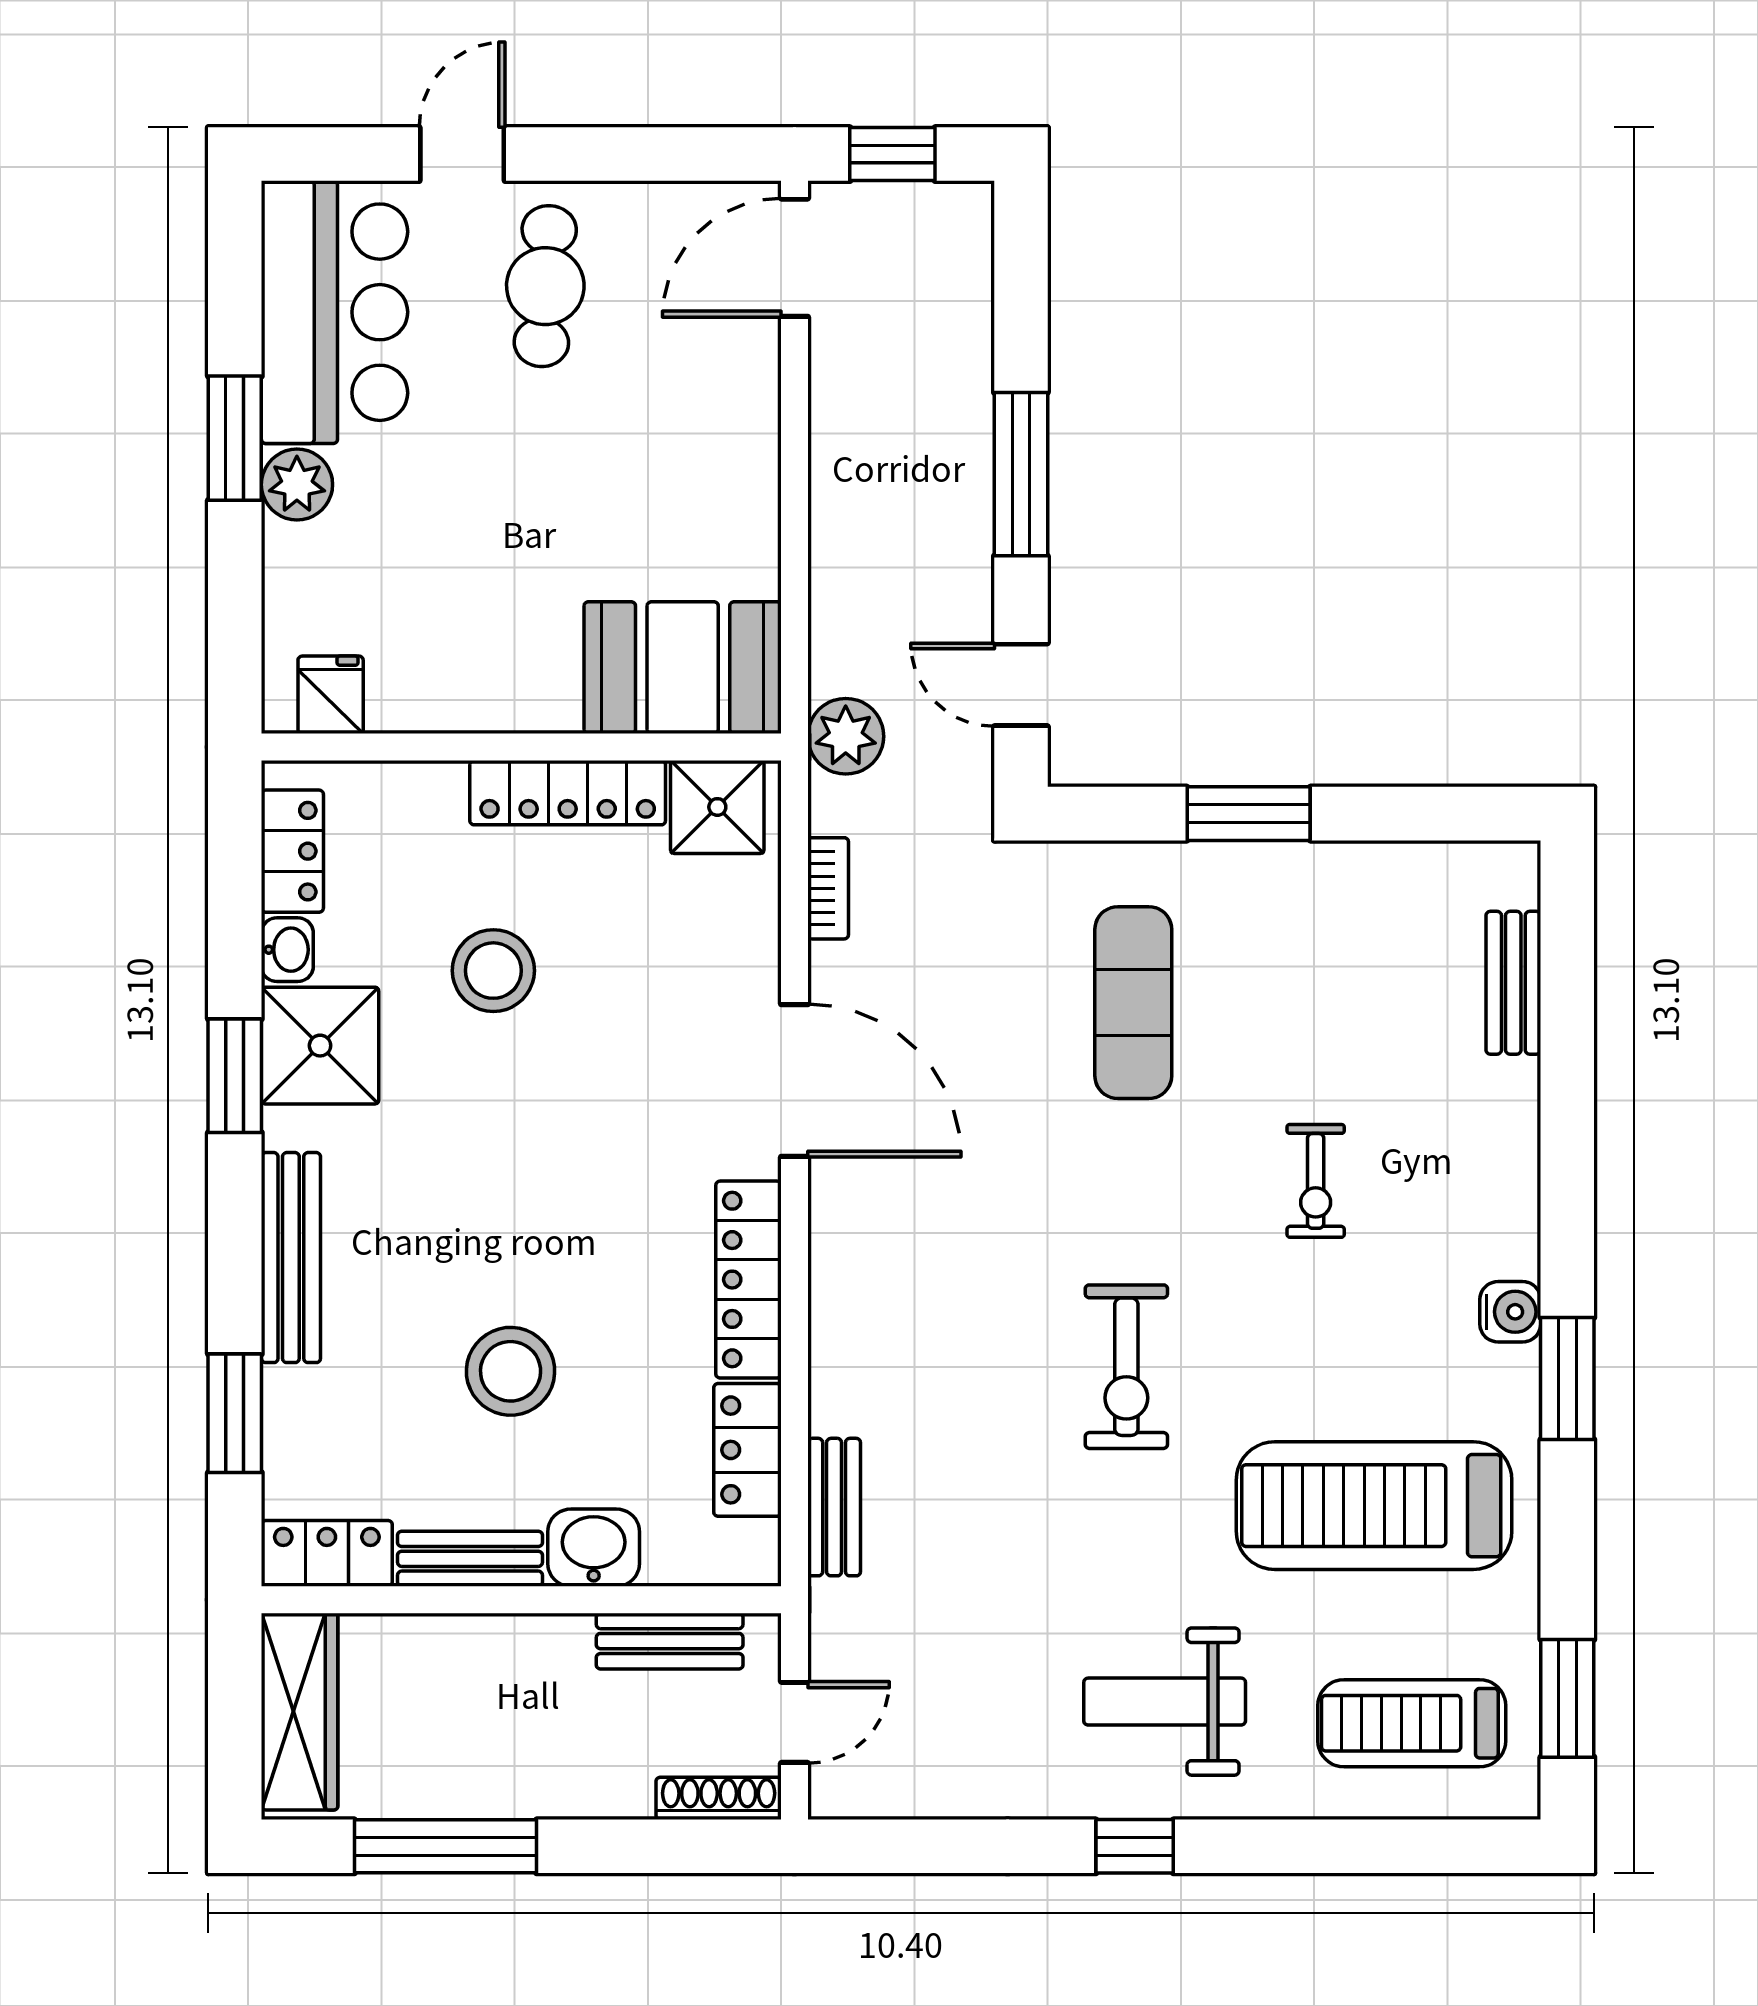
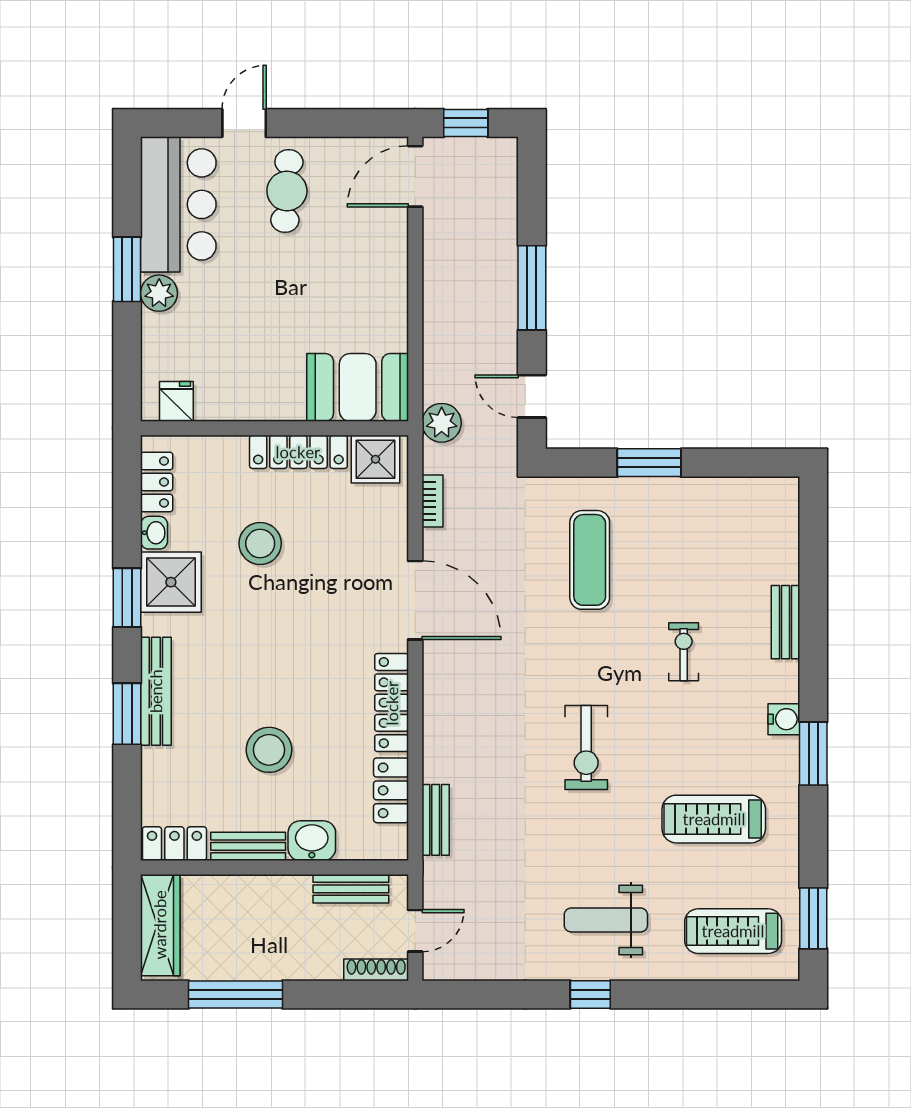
bench: (1513, 983) -> (785, 622), moved
exercise bike: (1316, 1181) -> (684, 652), turned 180
window: (235, 1413) -> (127, 714), moved
treadmill: (1374, 1506) -> (714, 819), width x0.73, depth x0.73

